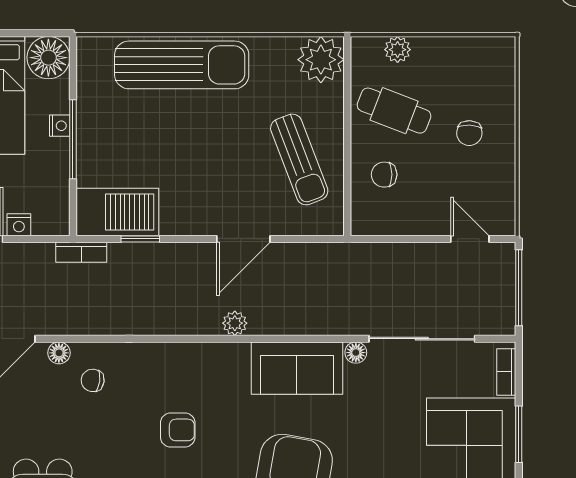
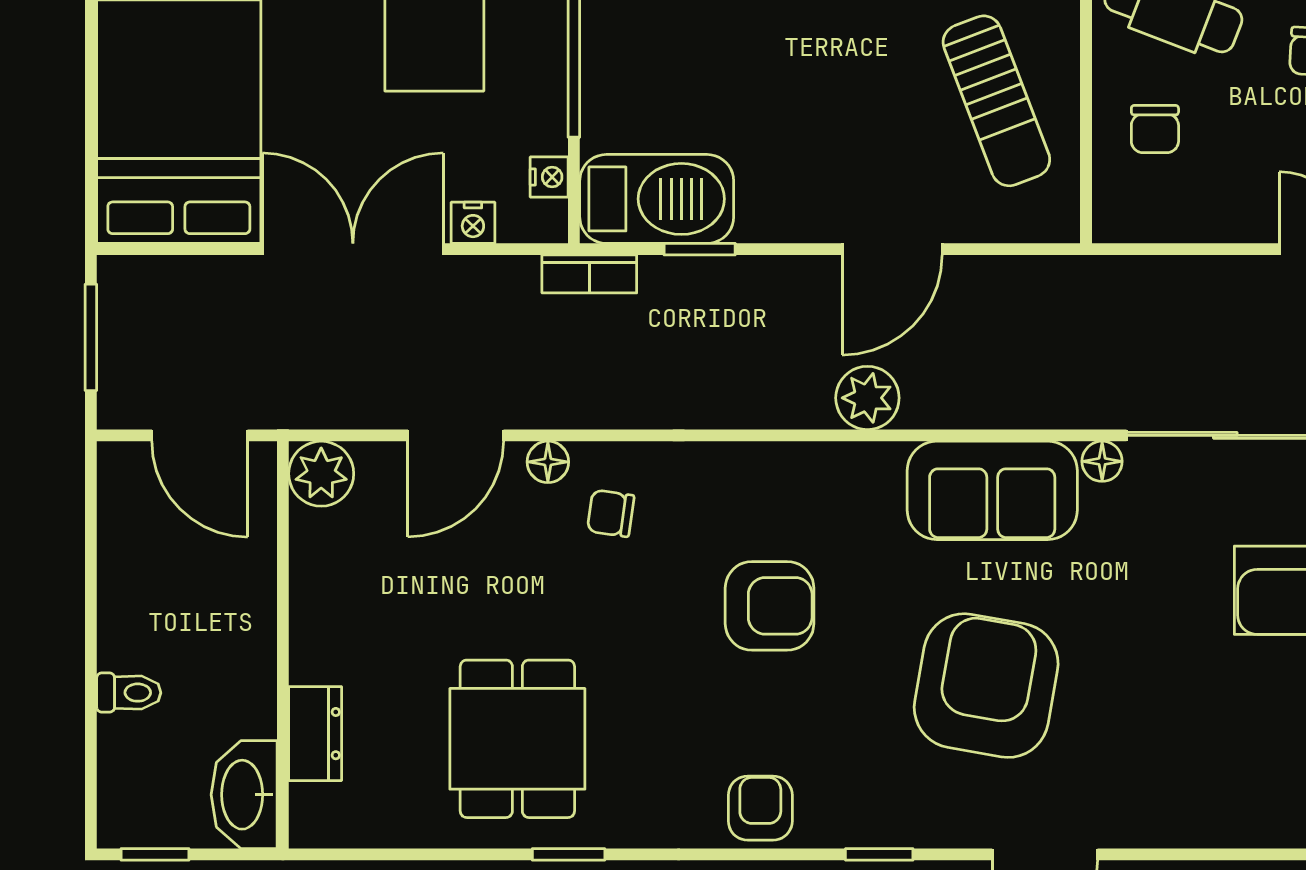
nightstand: (60, 126) -> (549, 177), moved
chair: (384, 175) -> (1155, 129), turned -90
plant: (235, 323) -> (867, 398), width x1.38, depth x1.38
armchair: (178, 430) -> (770, 606), width x1.38, depth x1.38

